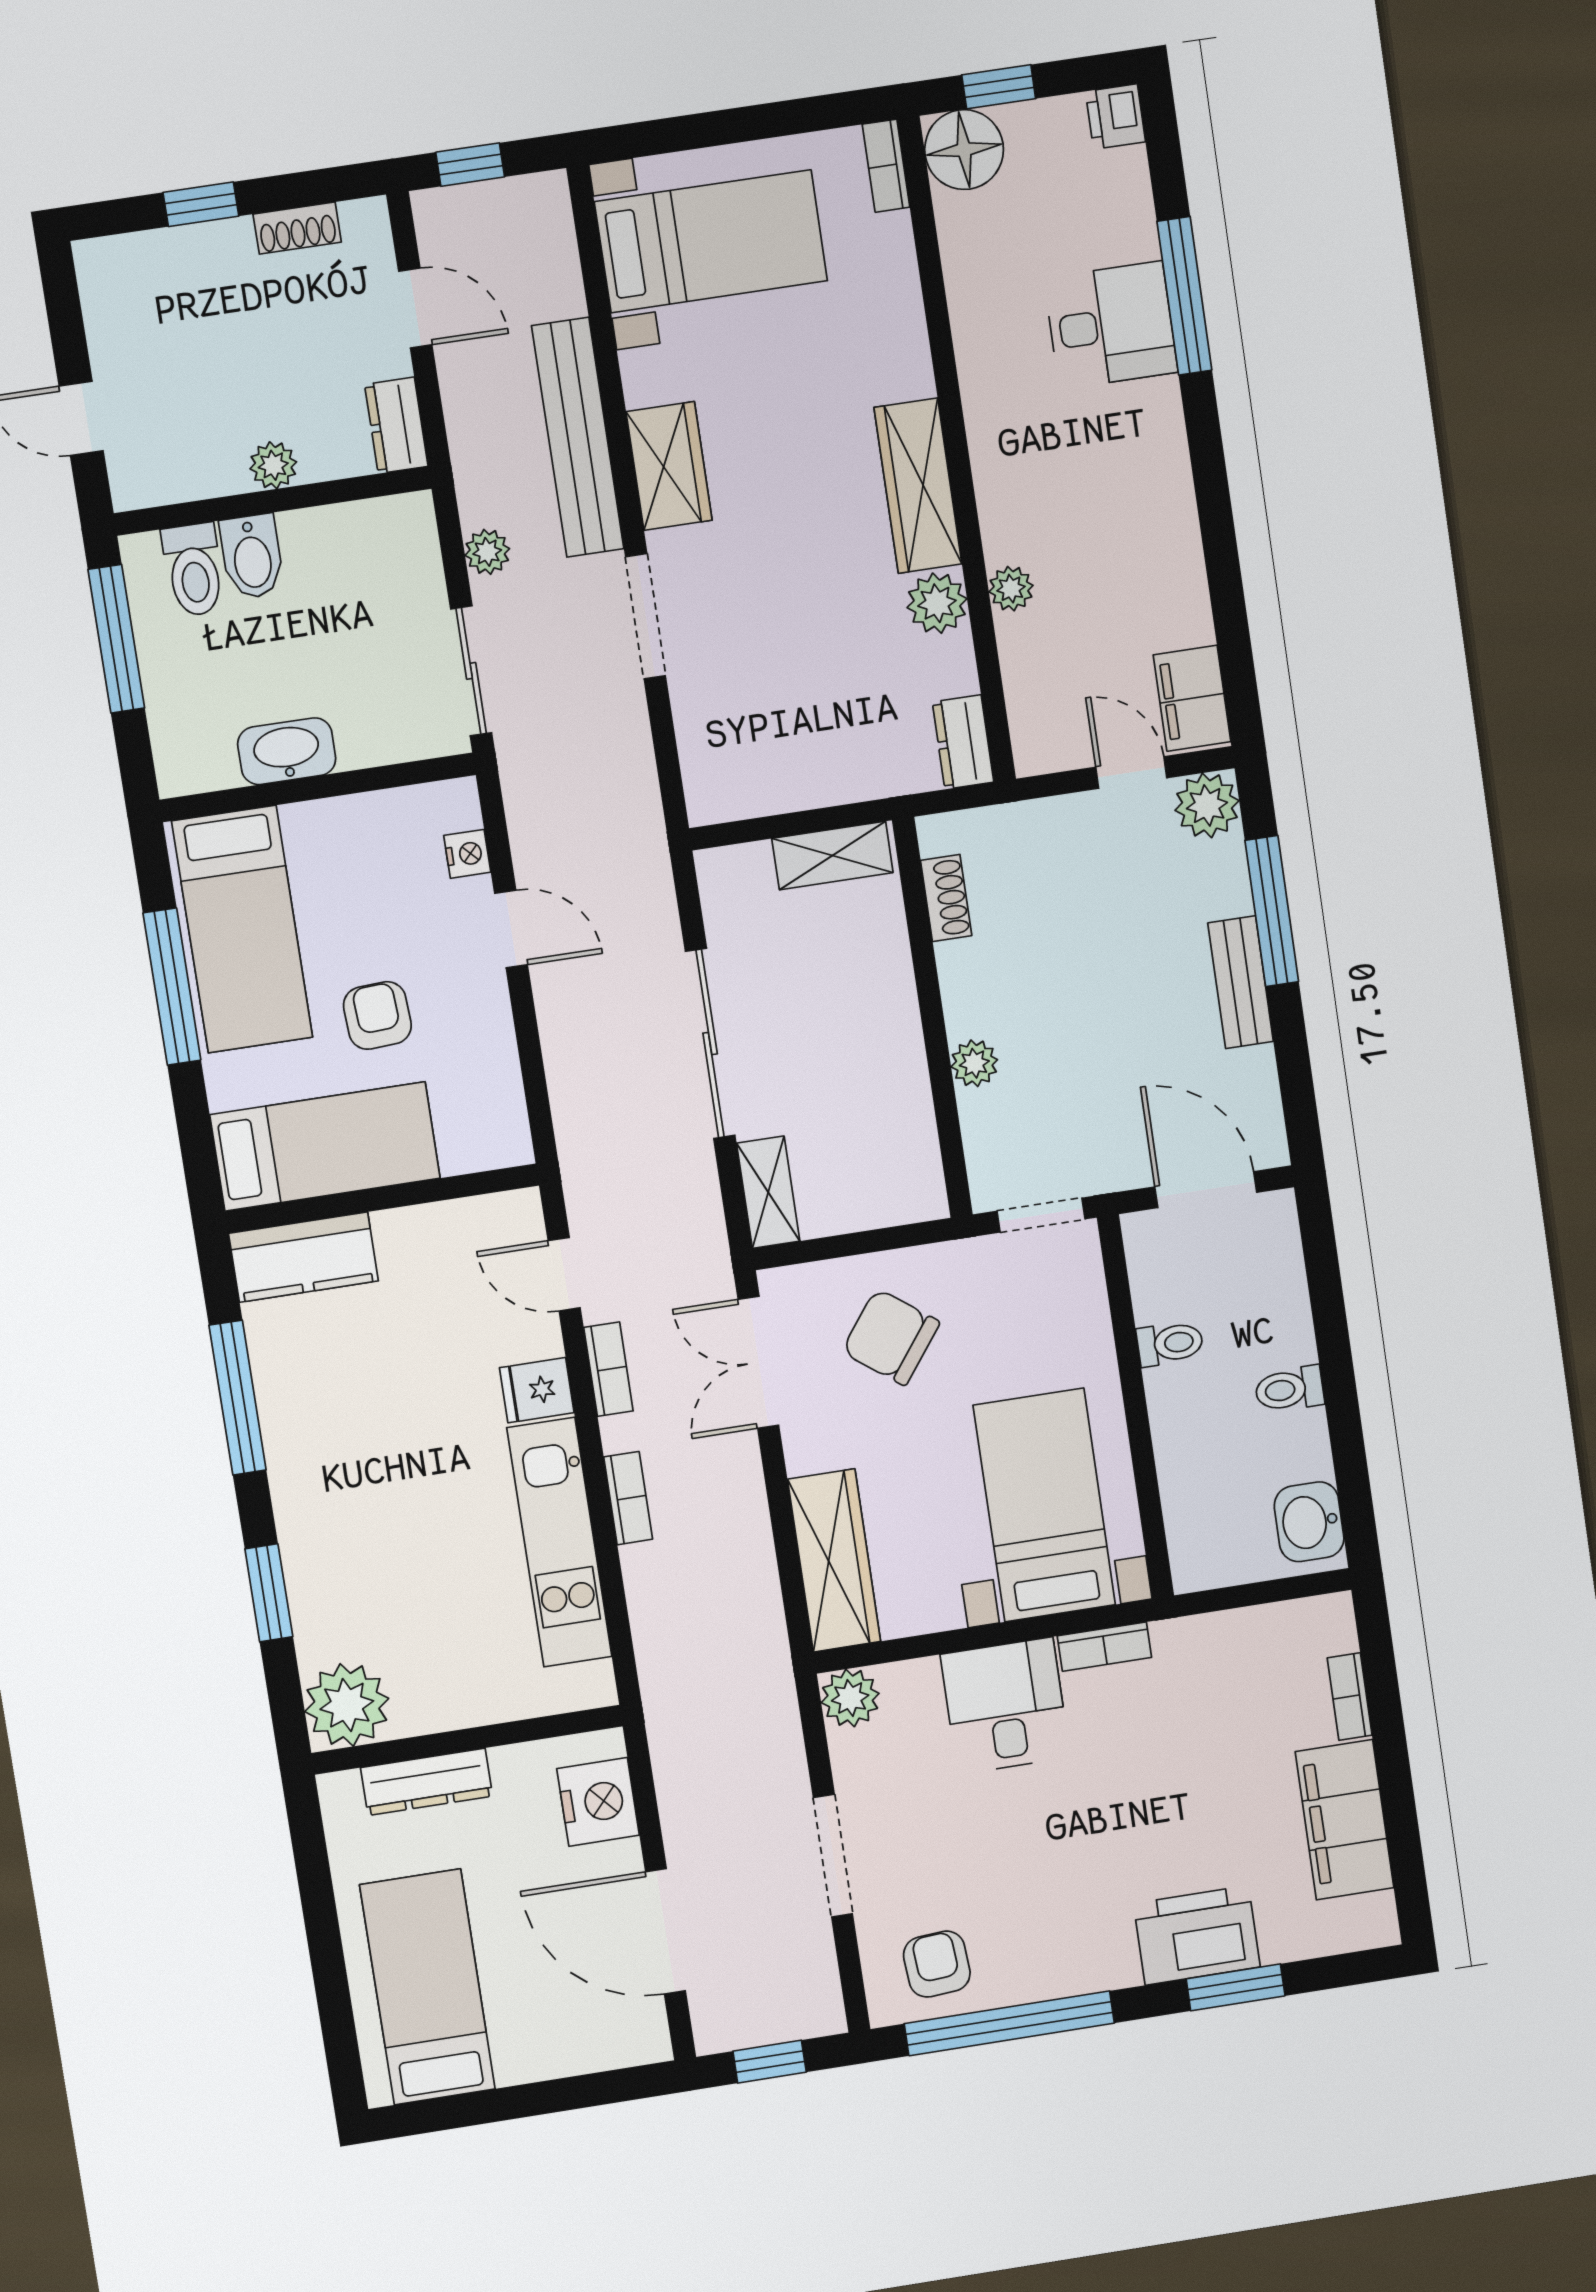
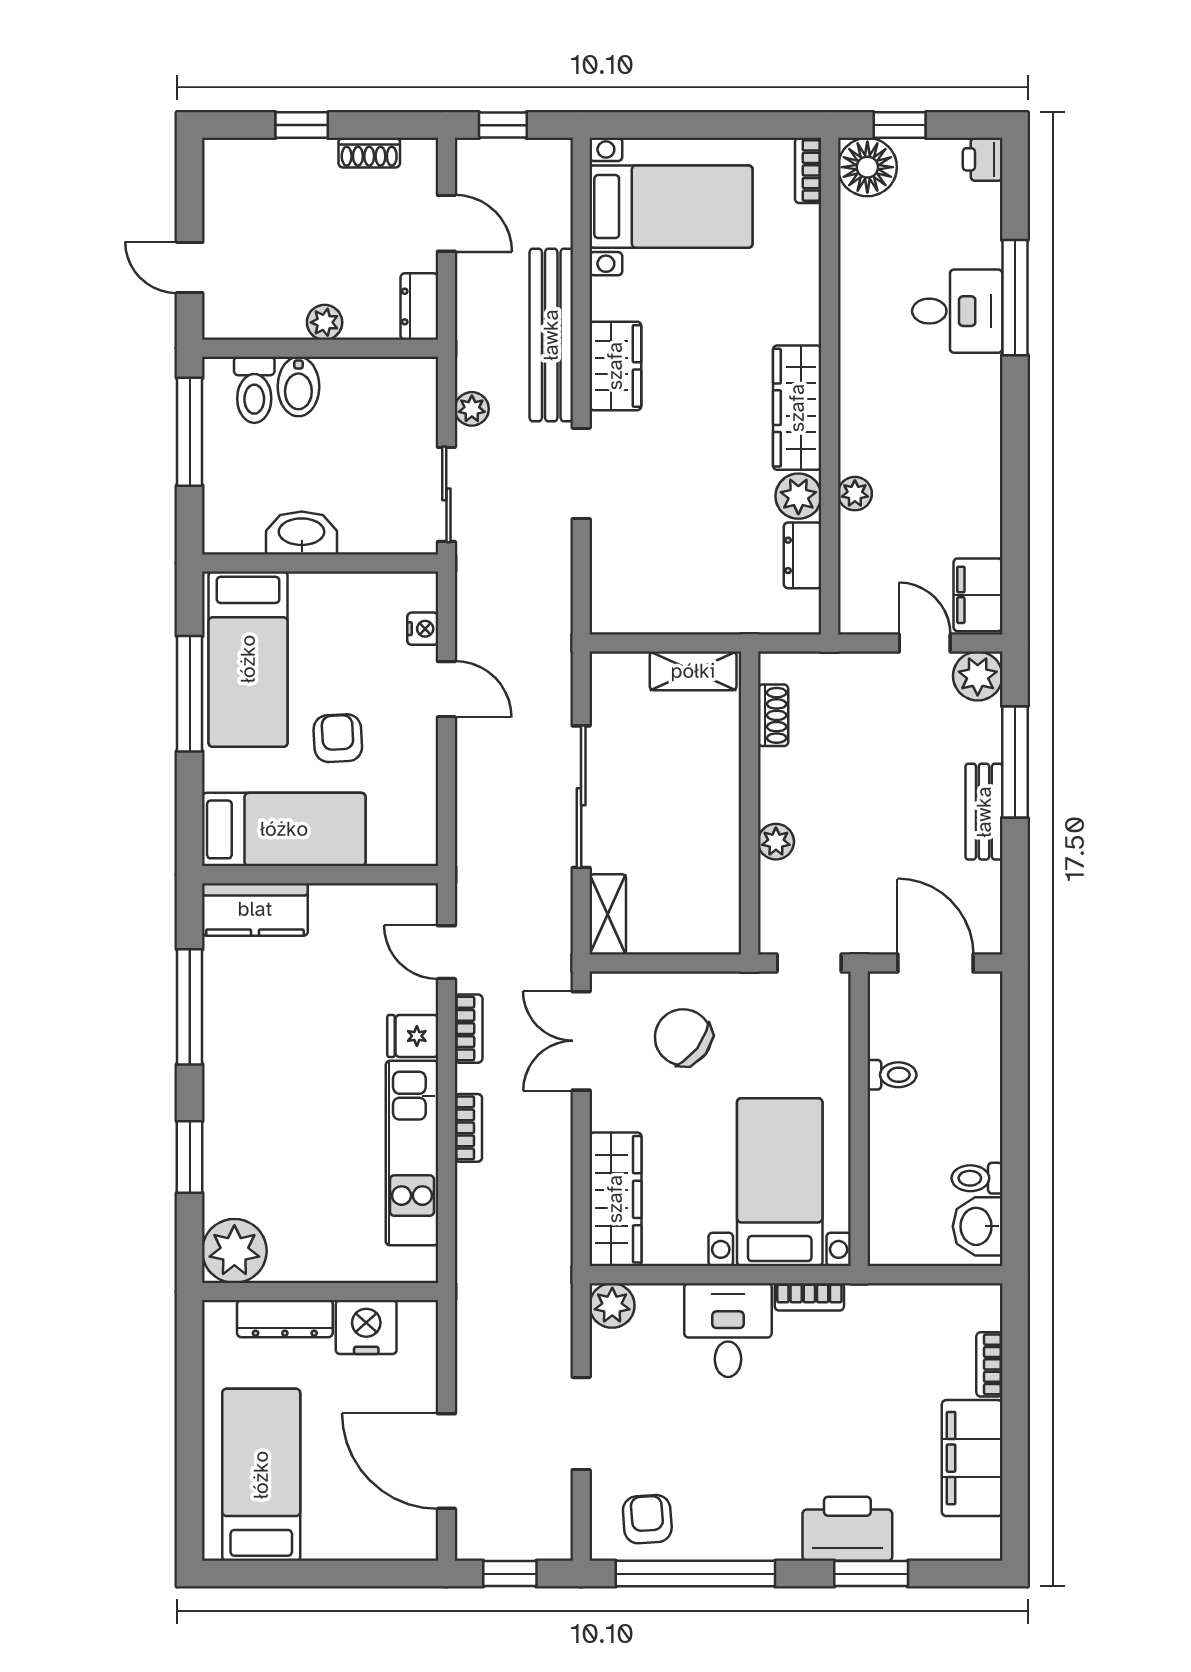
dresser: (963, 742) -> (803, 555), moved
toilet: (1289, 1389) -> (977, 1178), moved
nightstand: (598, 1802) -> (366, 1327), moved, turned -90

